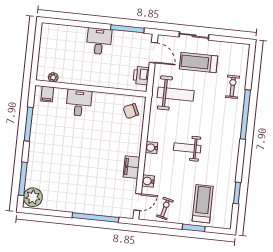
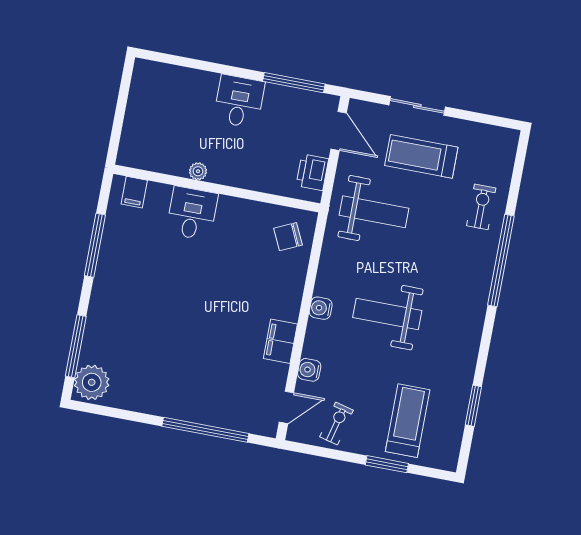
plant: (53, 77) -> (198, 171), moved
weight bench: (187, 148) -> (387, 314), width x1.36, depth x1.33

